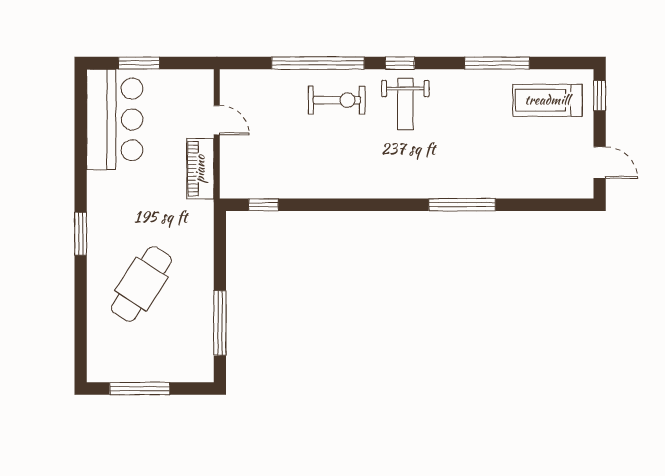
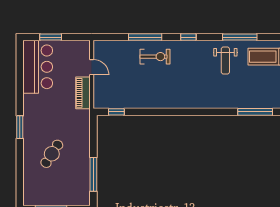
window: (318, 63) -> (145, 37), width x0.68
weight bench: (405, 104) -> (225, 61), moved
window: (462, 205) -> (255, 112), moved
cafe table: (141, 284) -> (52, 154), width x0.73, depth x0.74

